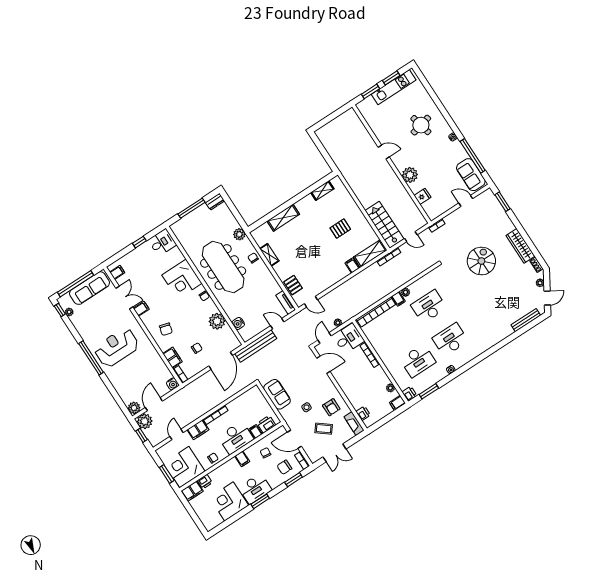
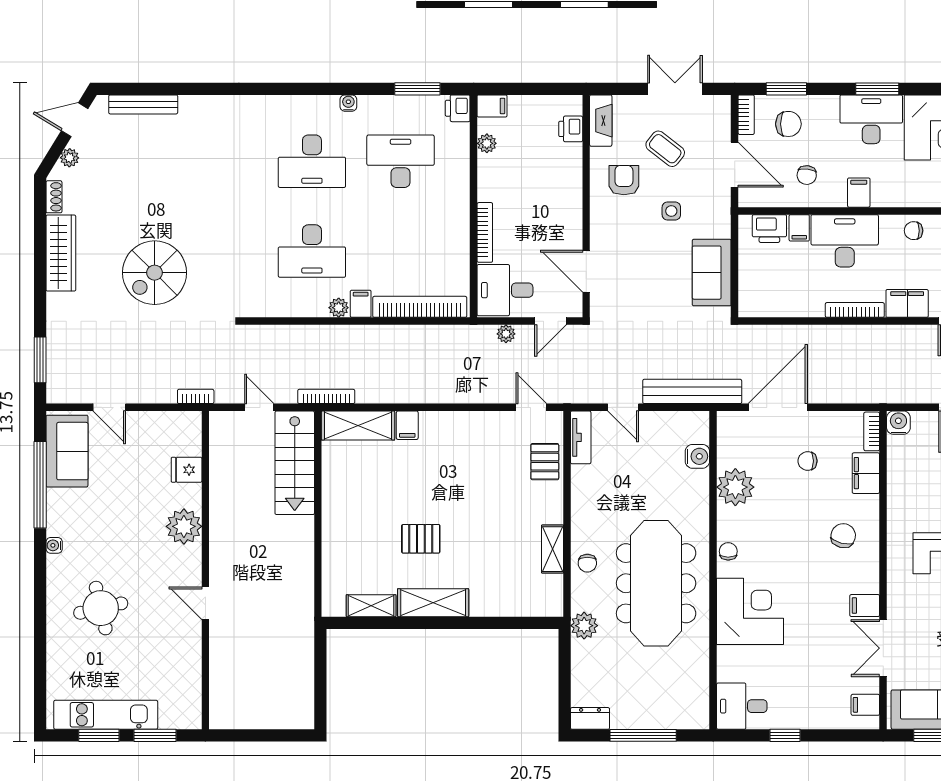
shelving: (283, 218) -> (433, 603), moved
pallet: (340, 229) -> (421, 539), moved

